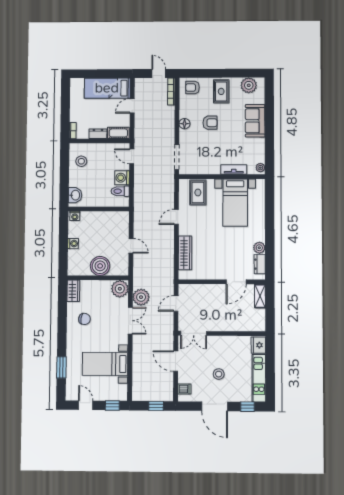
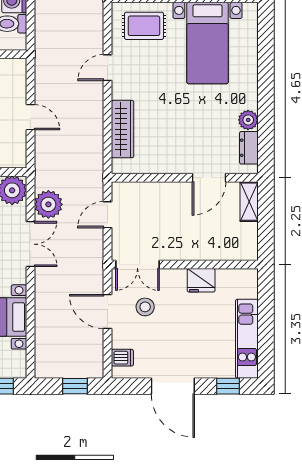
rug: (198, 192) -> (144, 26), turned 90
fridge: (258, 345) -> (201, 280), moved, turned -90
stool: (219, 374) -> (145, 307), moved

